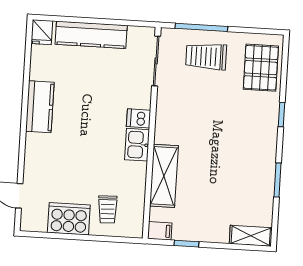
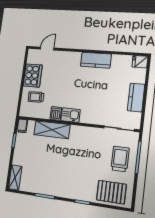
kitchen counter: (91, 35) -> (136, 97), width x0.67
dishwasher: (139, 118) -> (56, 113), moved

